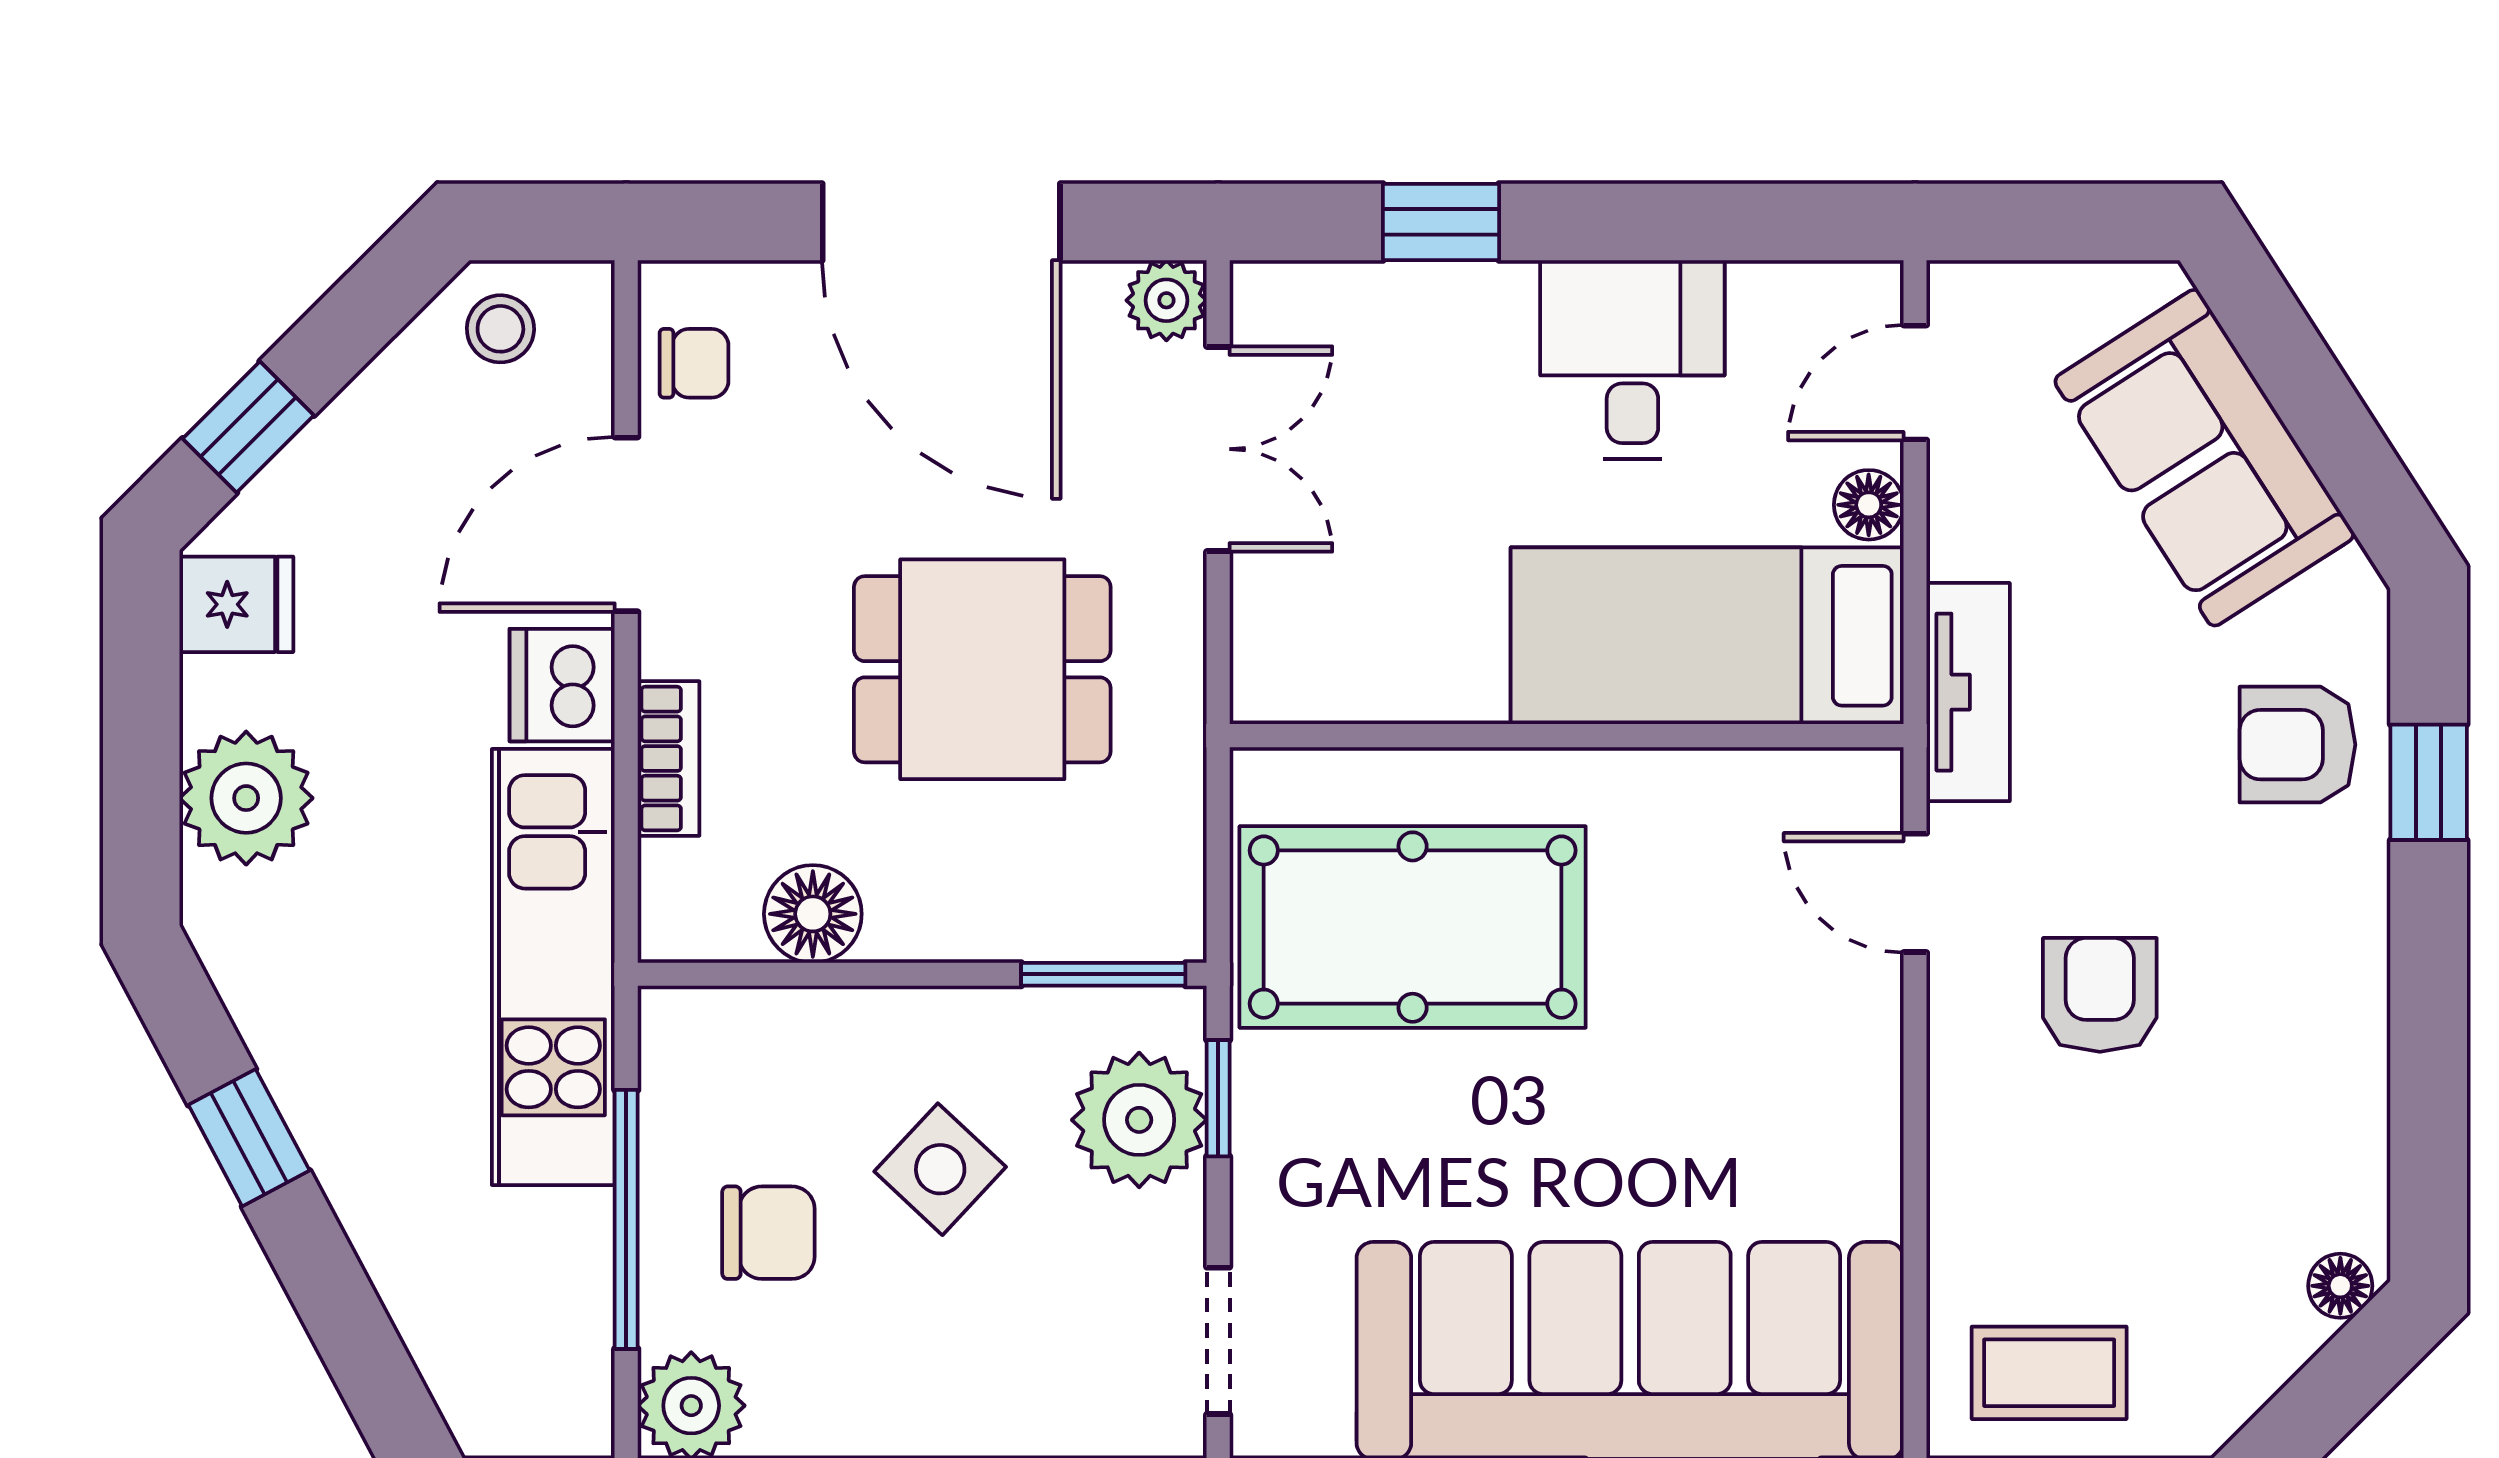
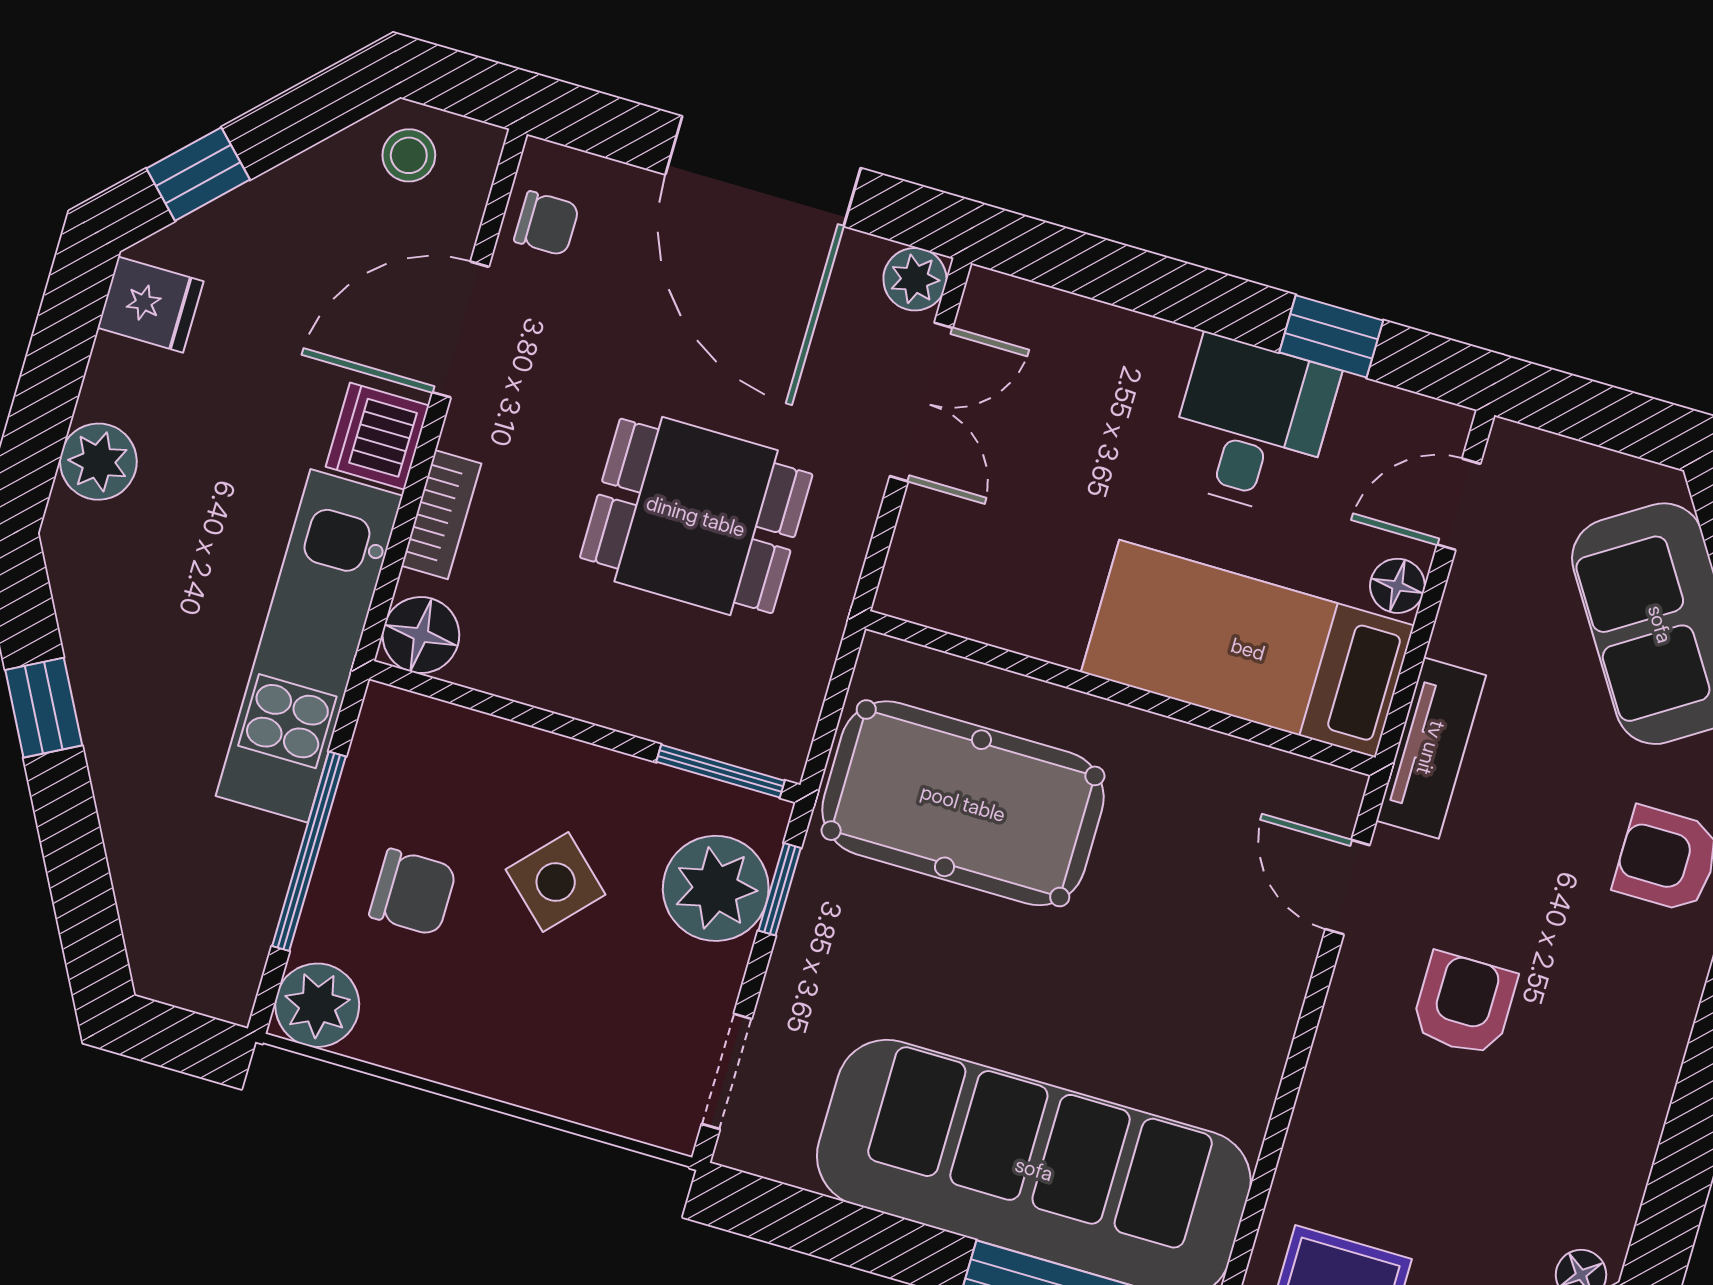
window: (1441, 222) -> (1331, 336), moved
plant: (246, 798) -> (98, 462), width x0.73, depth x0.73
floor lamp: (813, 914) -> (421, 635), moved

